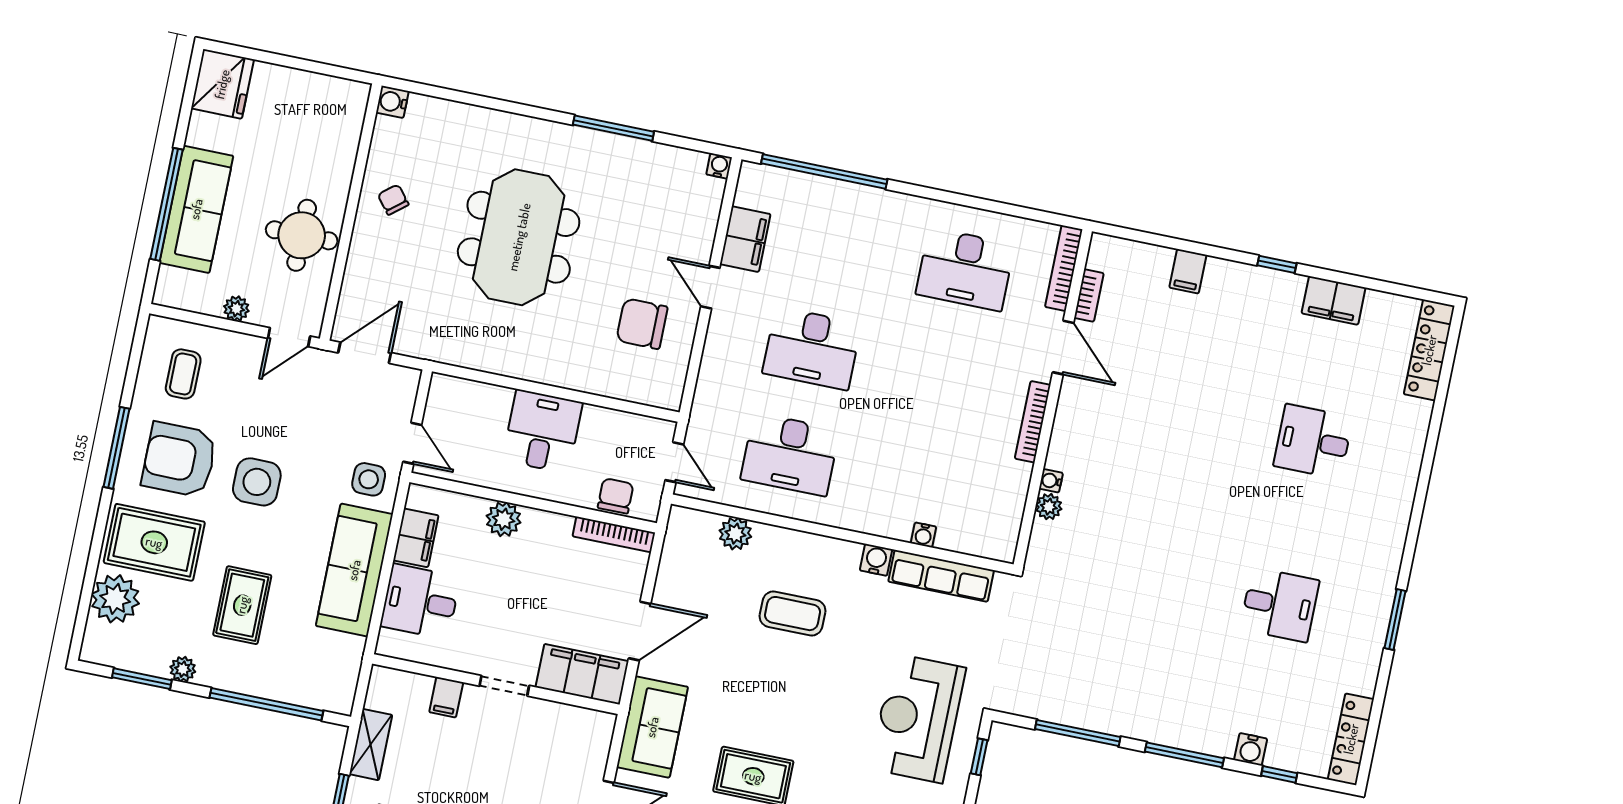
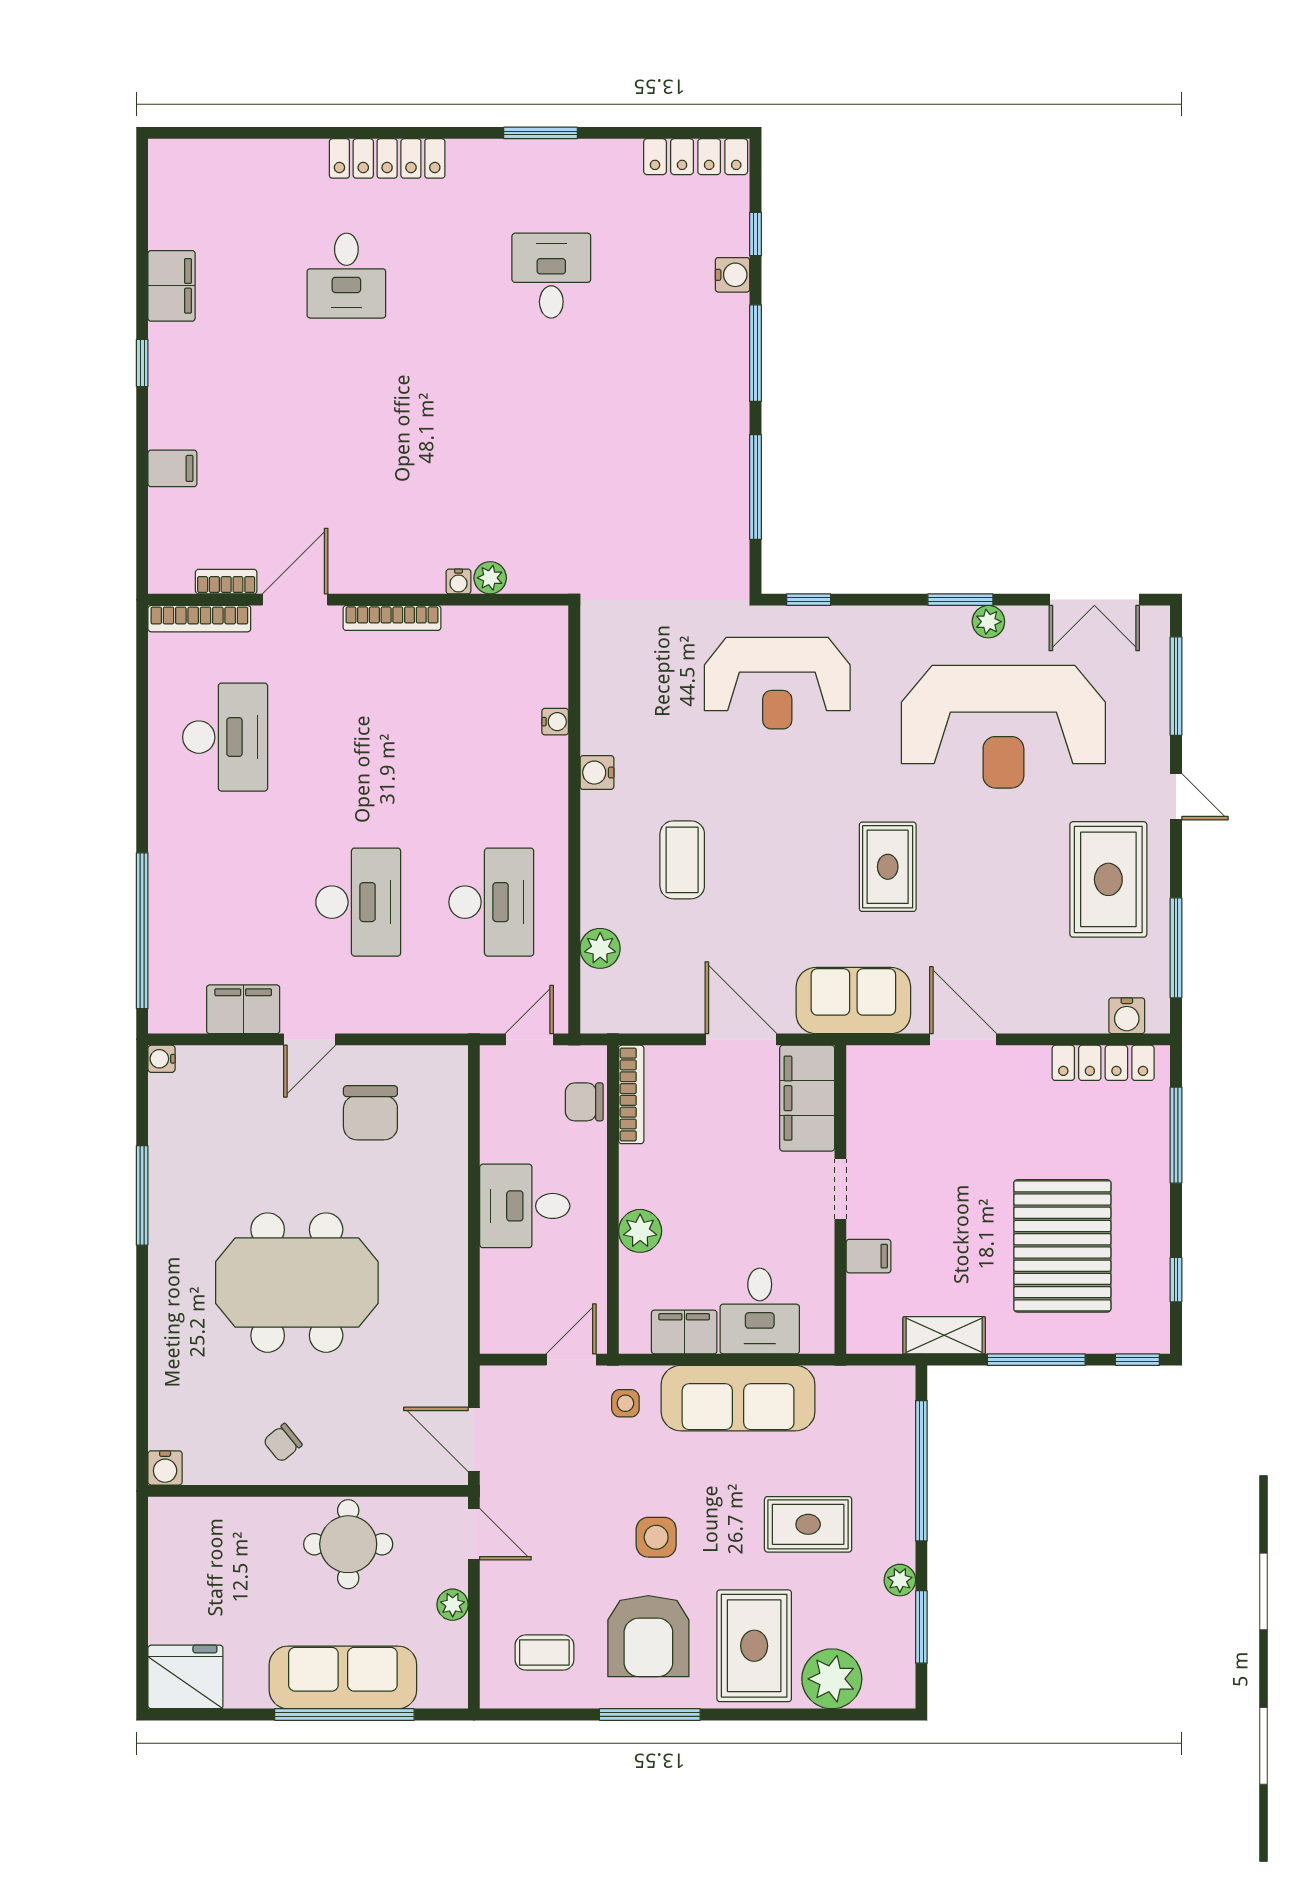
locker: (1429, 350) -> (387, 158), moved
side table: (369, 479) -> (625, 1403), width x0.73, depth x0.73
side table: (257, 482) -> (656, 1537), width x0.73, depth x0.73
row of seats: (941, 576) -> (600, 690), removed

